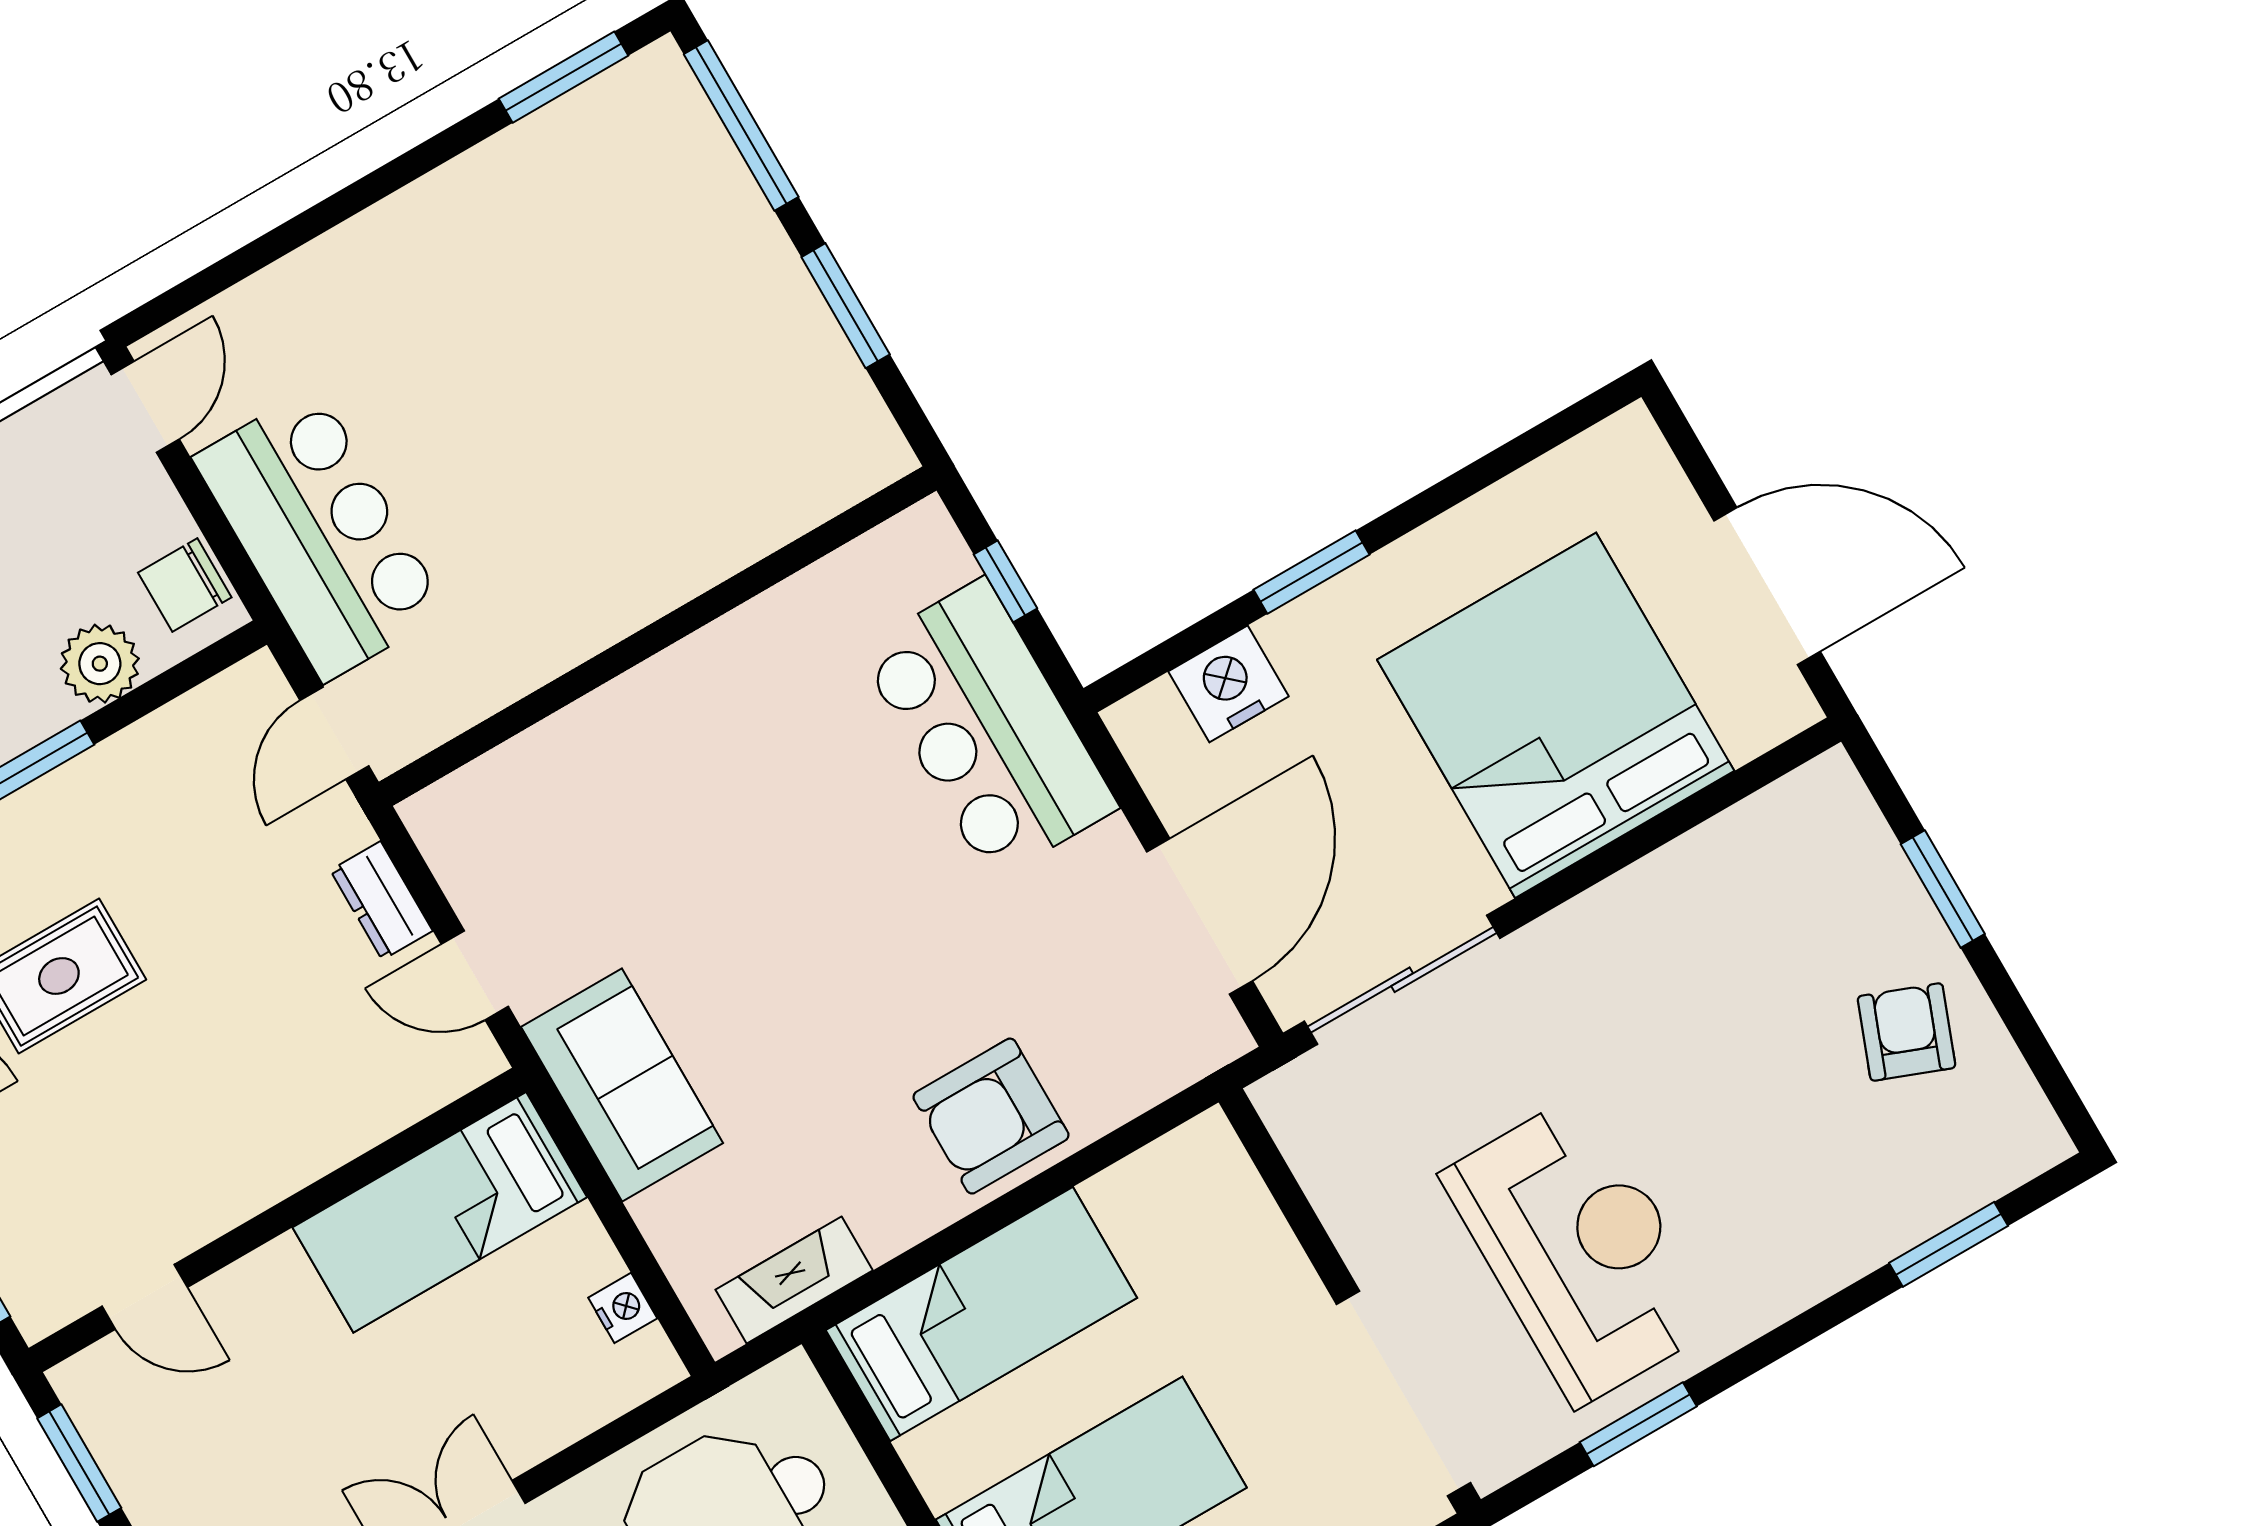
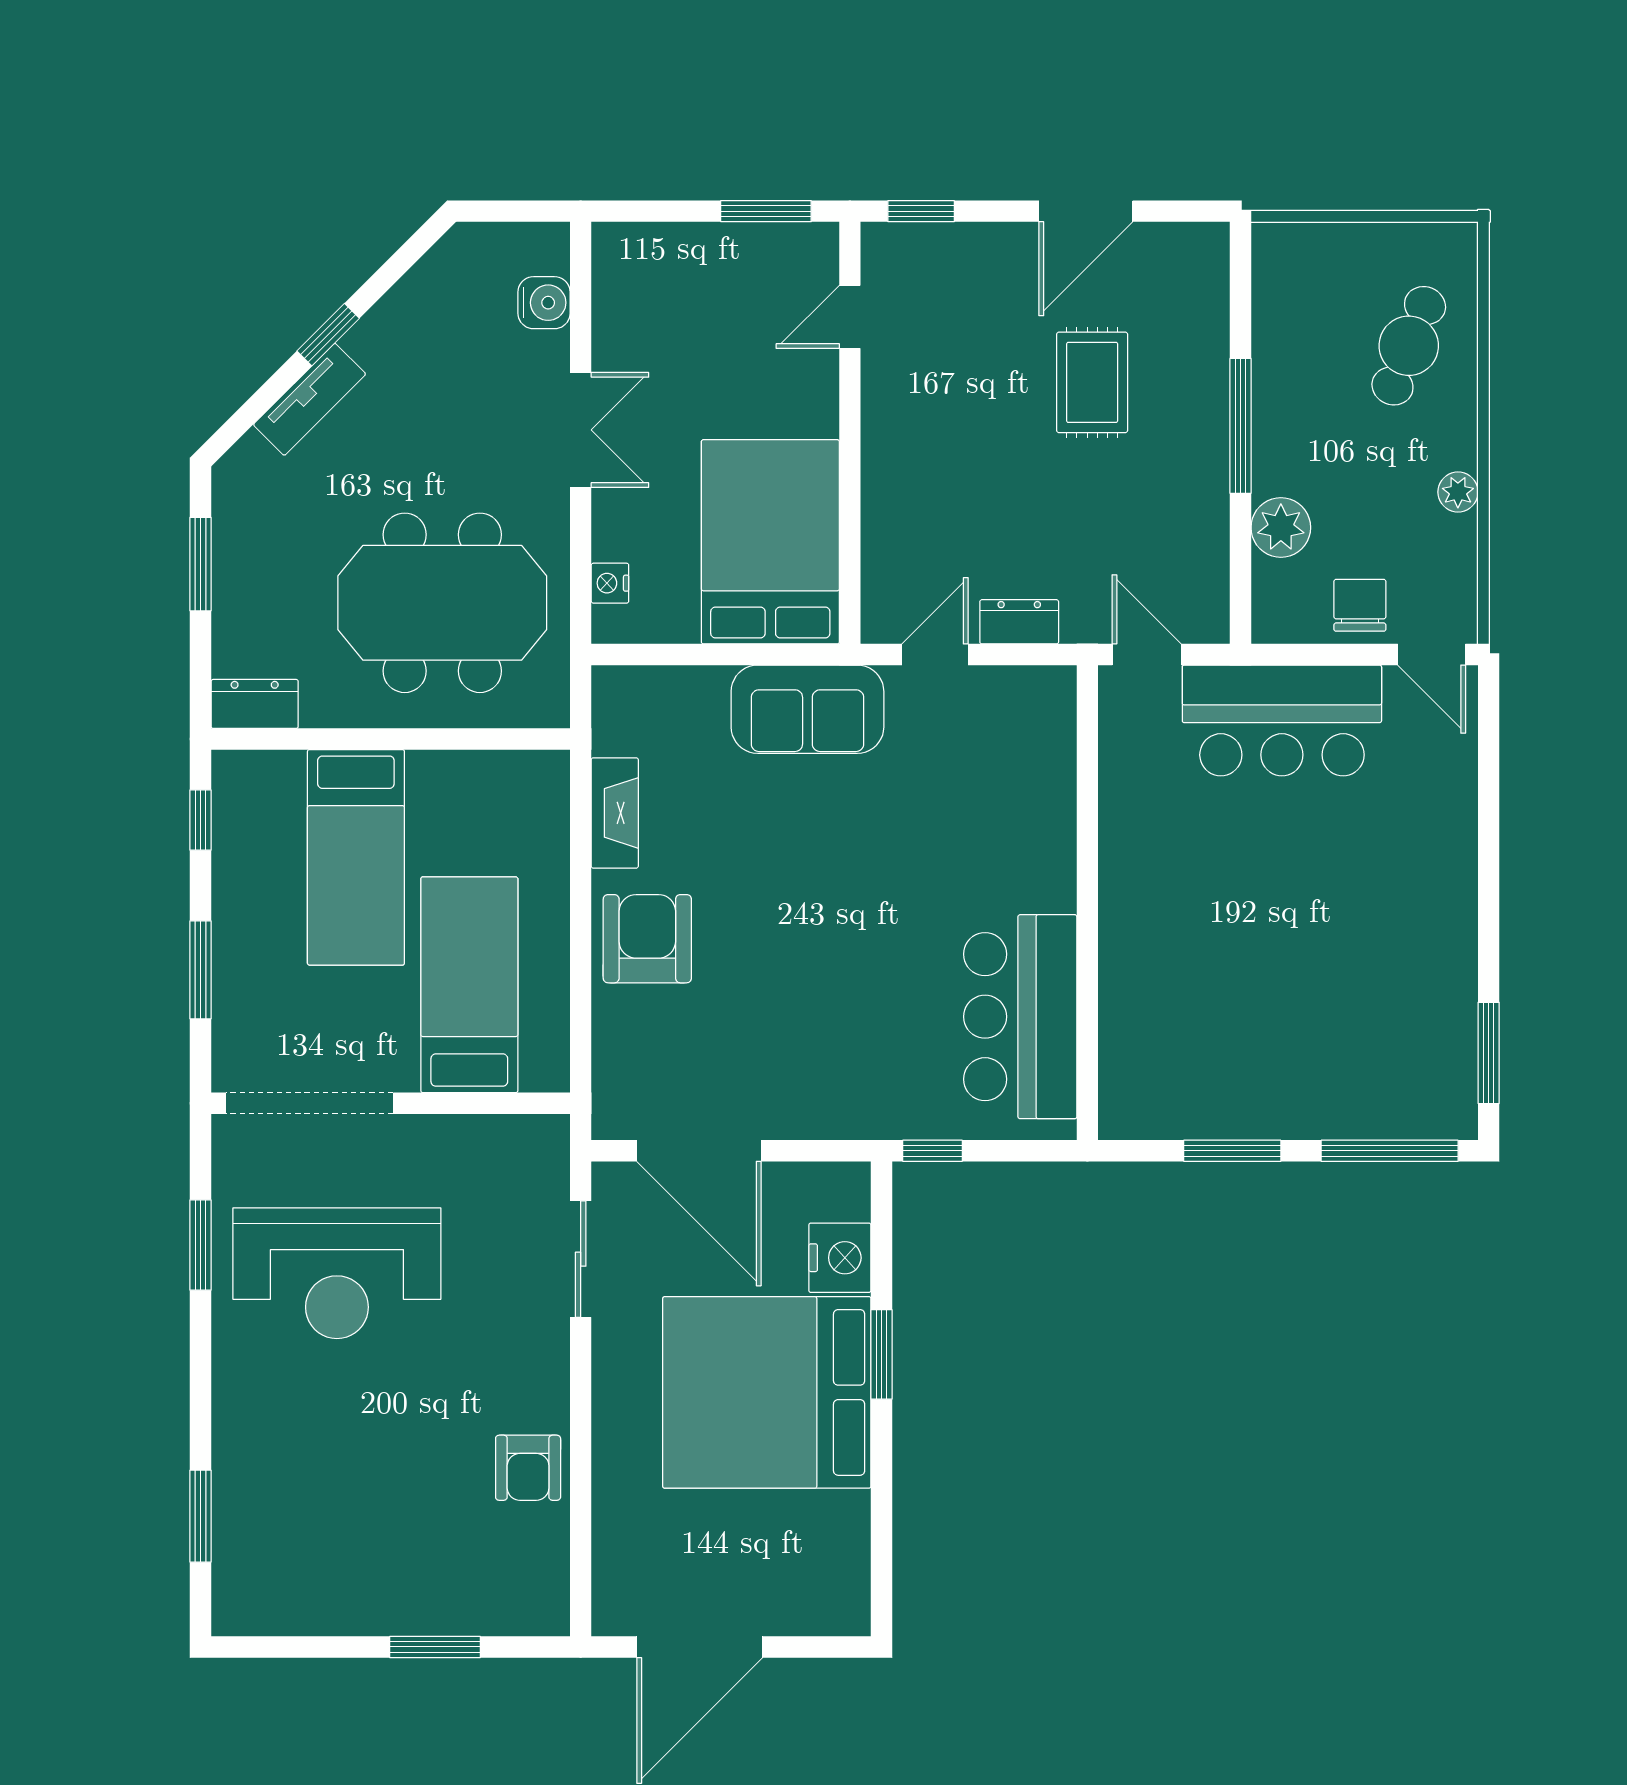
window: (1005, 581) -> (932, 1151), moved
chair: (185, 585) -> (1360, 605), moved
bed: (1556, 715) -> (767, 1392), moved, turned 180
bar counter: (988, 729) -> (1020, 1017), moved, turned -90
sliding door: (1402, 980) -> (581, 1259), width x0.73
armchair: (1907, 1032) -> (528, 1468), moved, turned 69
bed: (440, 1212) -> (770, 542), width x1.50
fireplace: (794, 1280) -> (615, 813), moved
nightstand: (623, 1308) -> (610, 583), moved, turned 90
bed: (981, 1314) -> (469, 985), moved, turned 180

